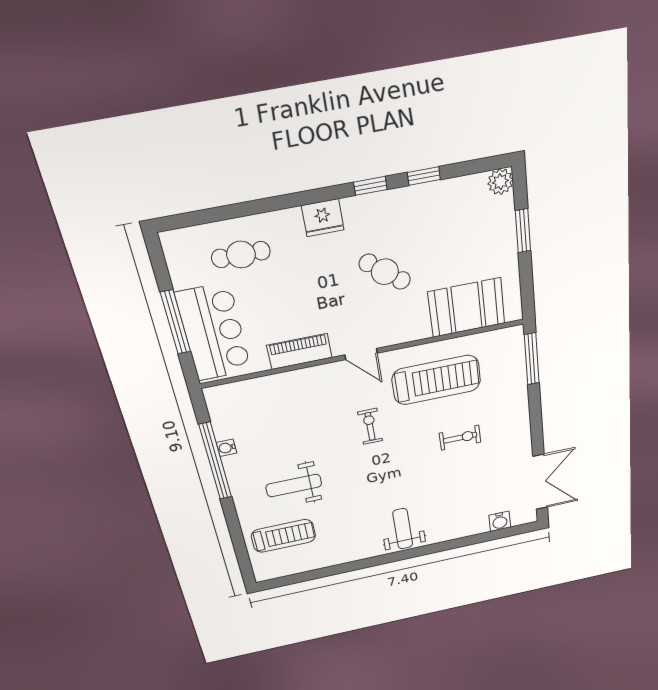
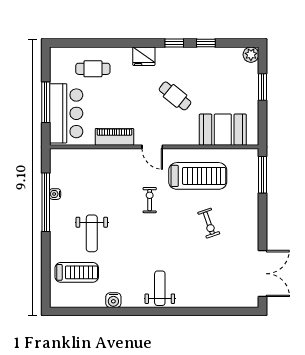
exercise bike: (460, 438) -> (209, 223), turned 71
weight bench: (294, 486) -> (92, 233), turned -90
water cooler: (500, 521) -> (113, 300), moved

